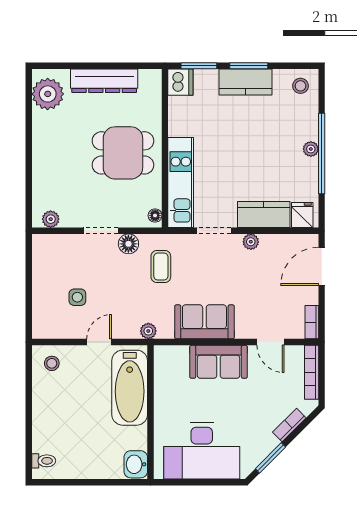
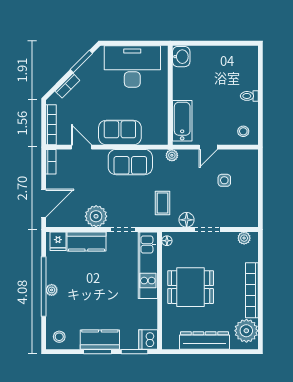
bookcase: (40, 149) -> (252, 290), added
plant: (251, 242) -> (96, 216), width x1.87, depth x1.87
bathtub: (130, 388) -> (182, 121), width x0.73, depth x0.73
toilet: (44, 461) -> (249, 96), moved

